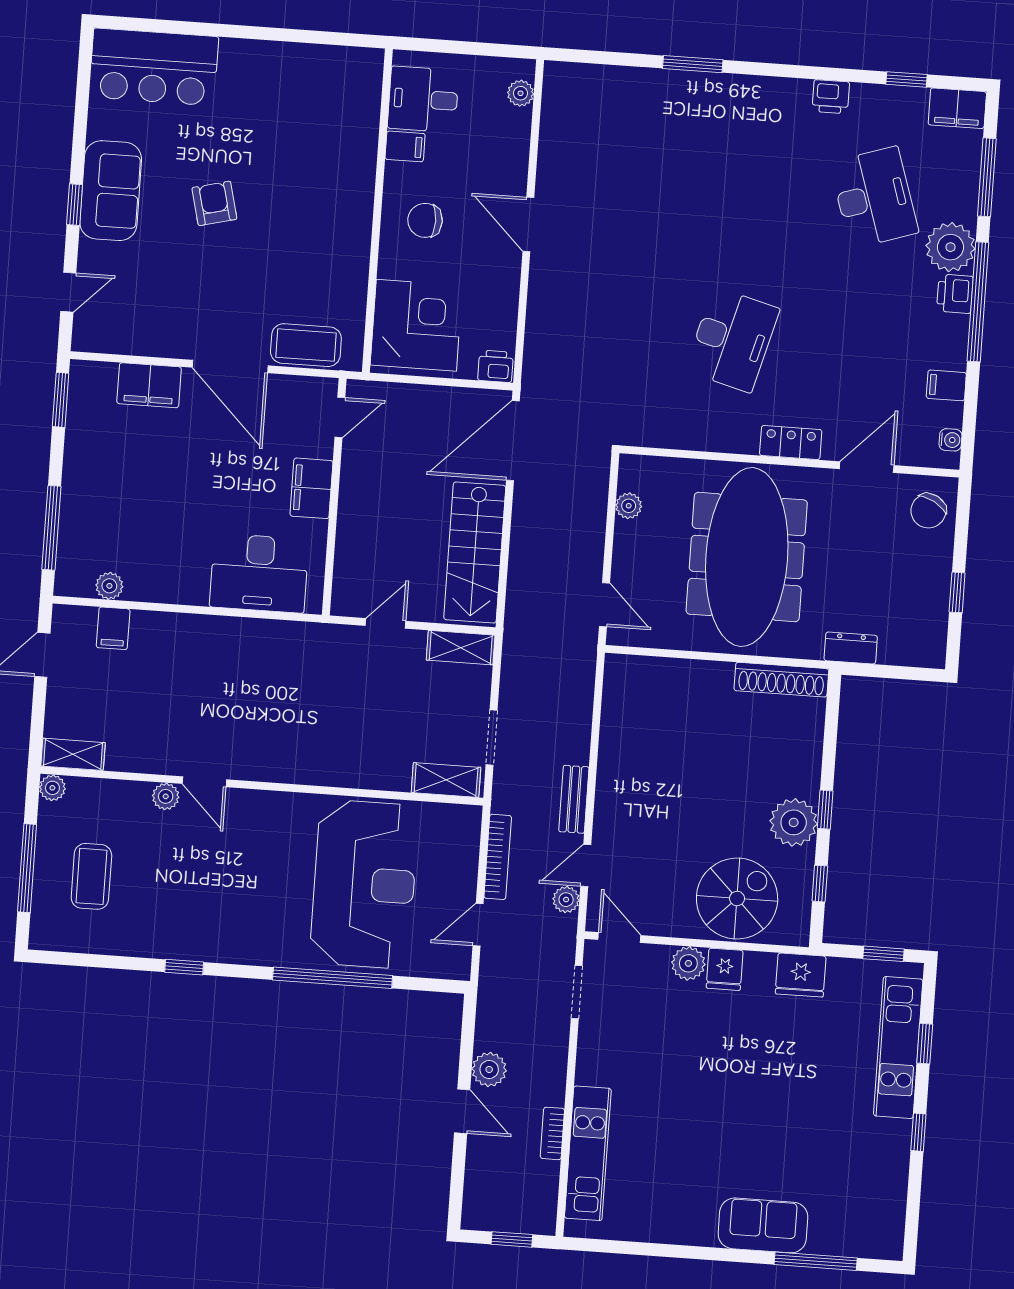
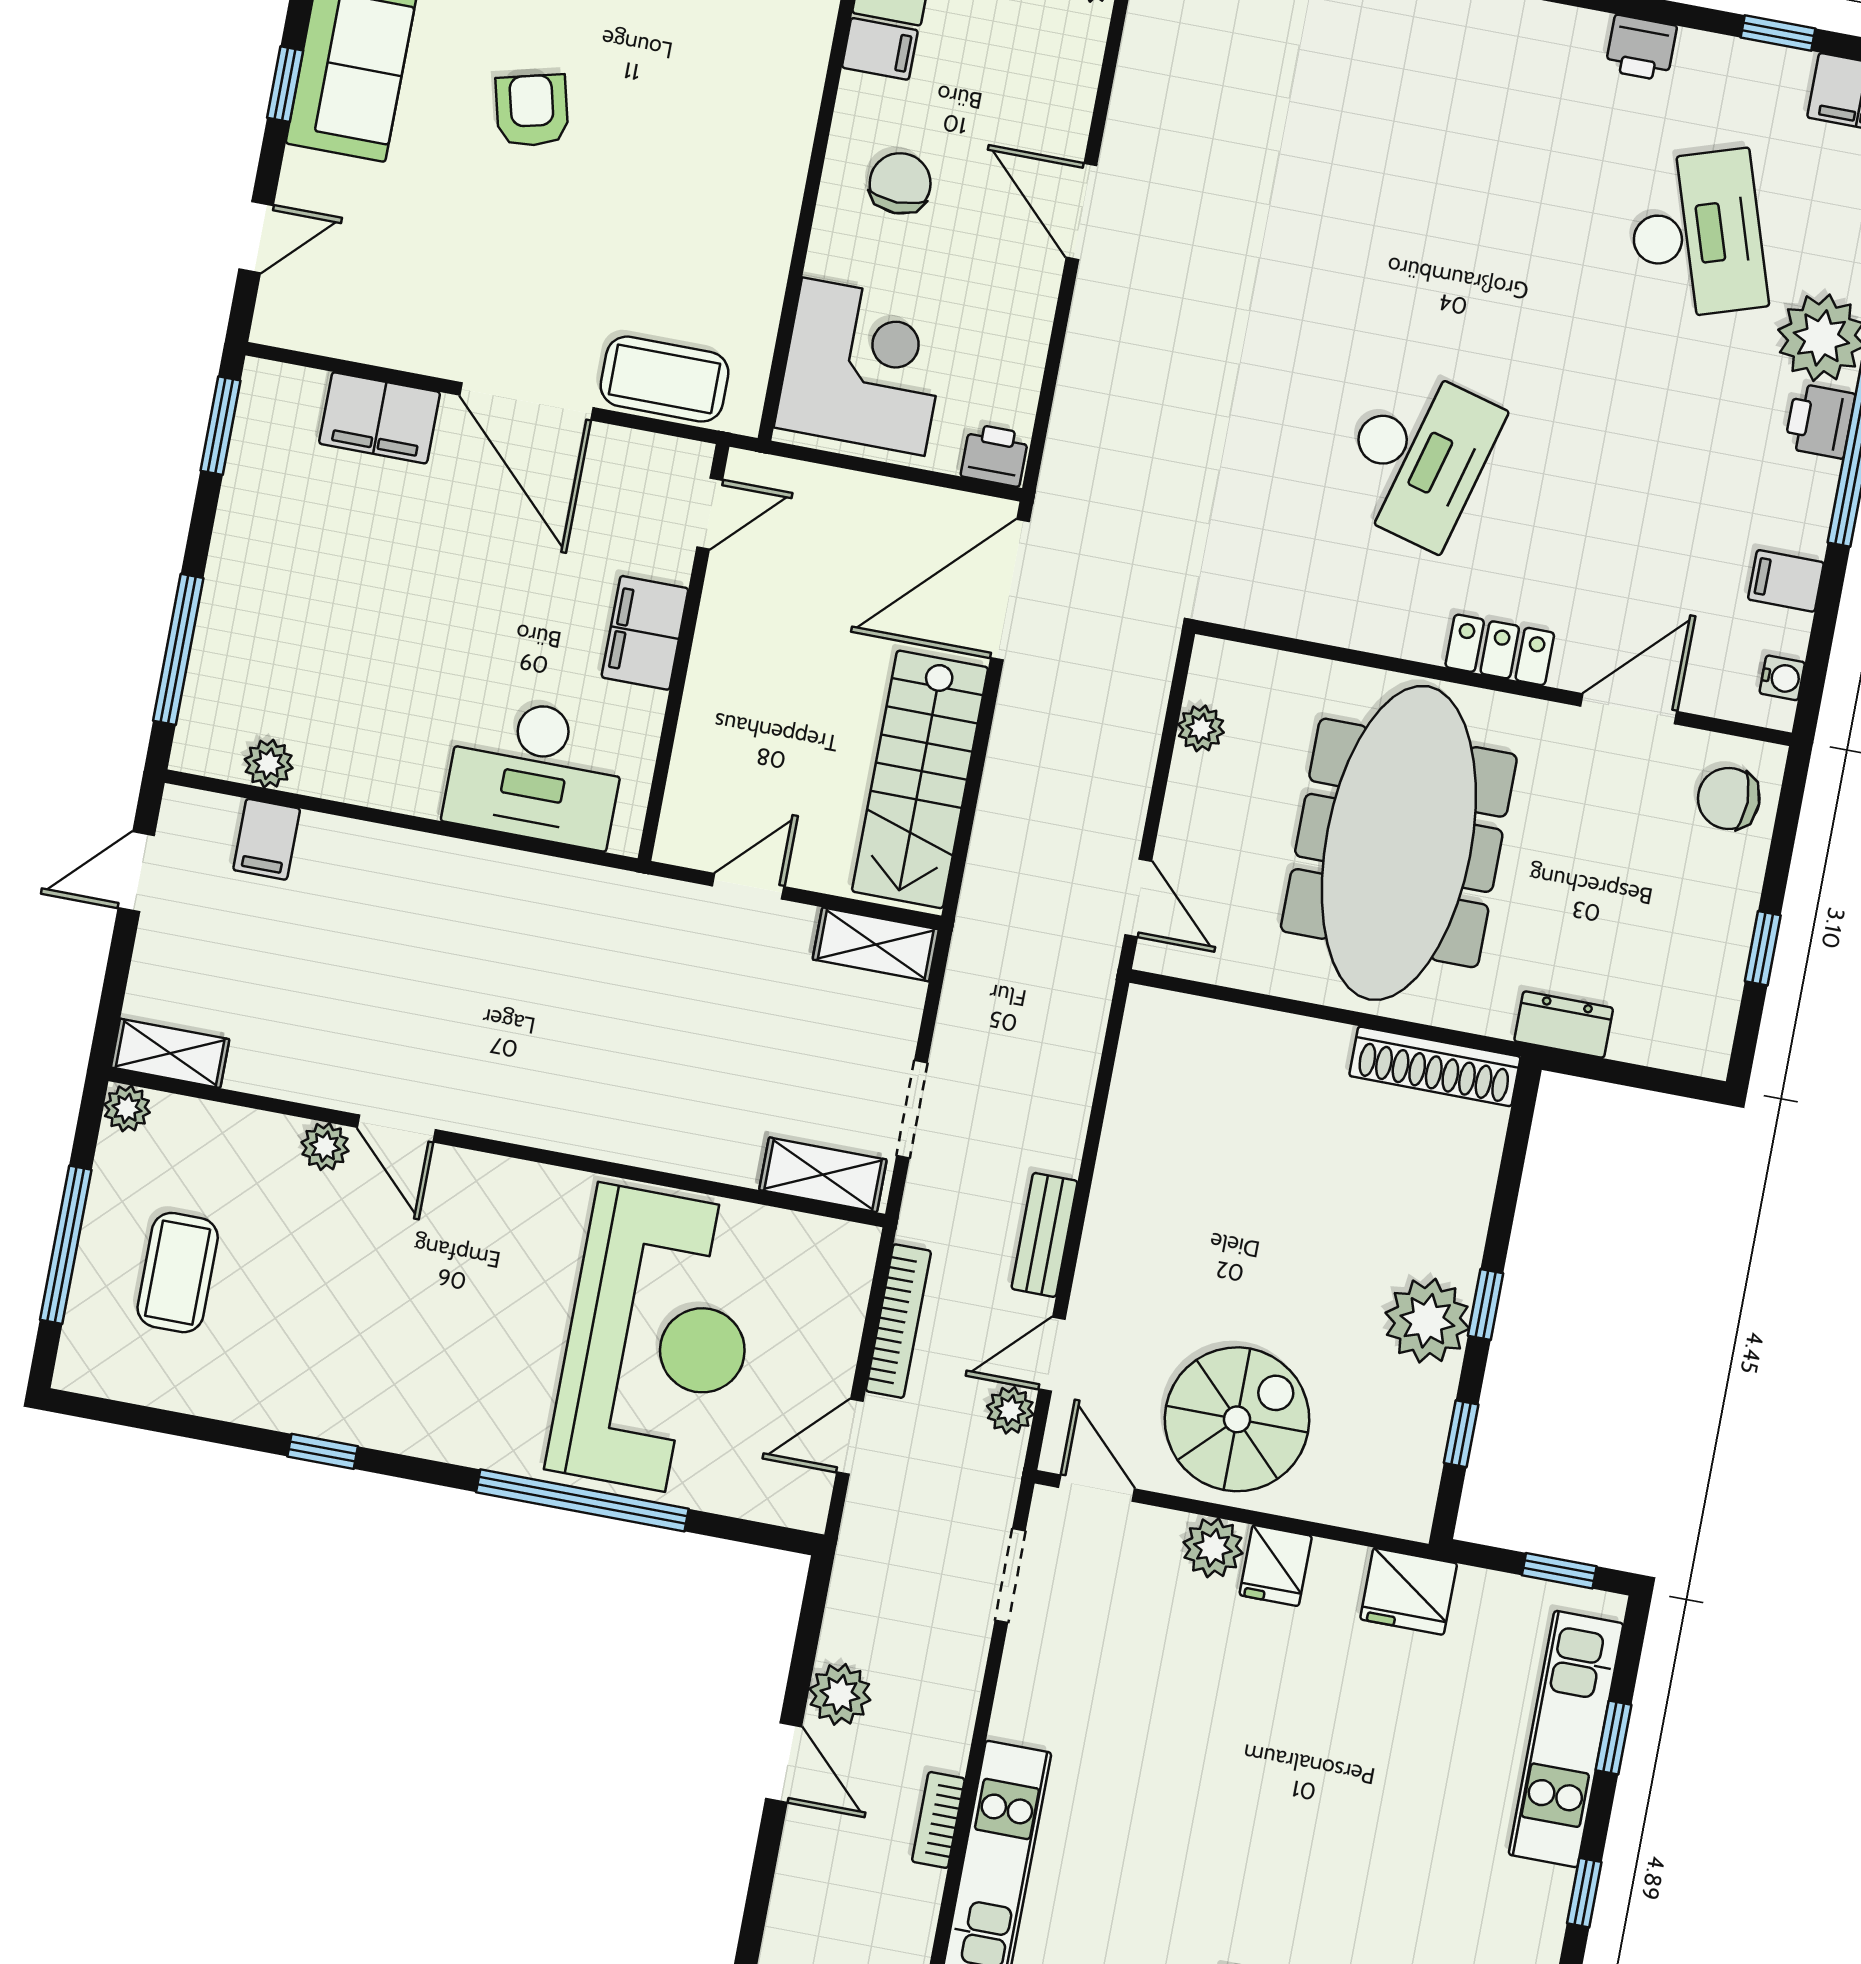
chair: (425, 220) -> (900, 183), turned 90
chair: (928, 511) -> (1729, 798), turned 61
spiral stairs: (737, 898) -> (1237, 1419), moved

